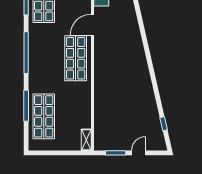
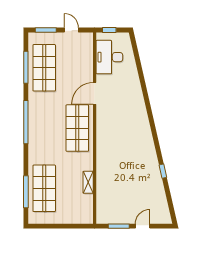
window: (26, 106) -> (26, 192), moved
window: (164, 124) -> (163, 171), moved
shelving: (86, 140) -> (88, 182), moved

